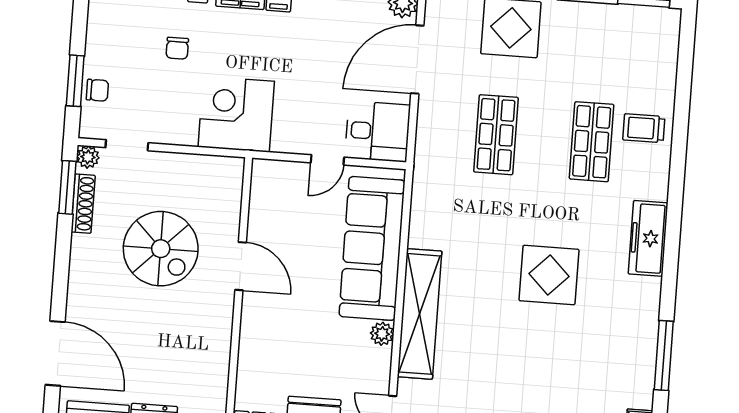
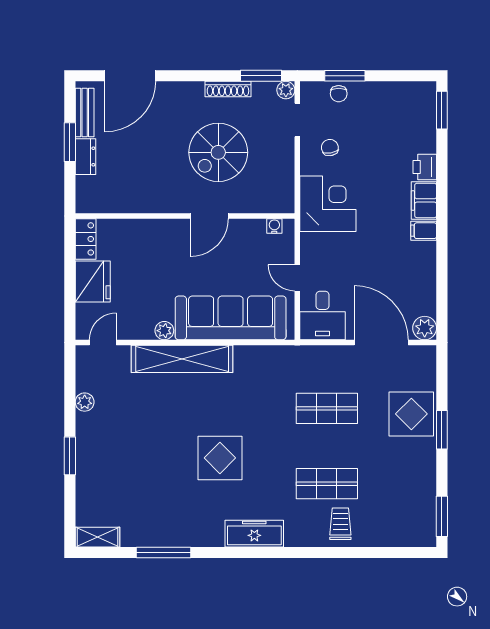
chair: (177, 48) -> (330, 148), moved, turned 80
water cooler: (259, 184) -> (274, 226), added
shoe rack: (83, 204) -> (228, 89), moved

